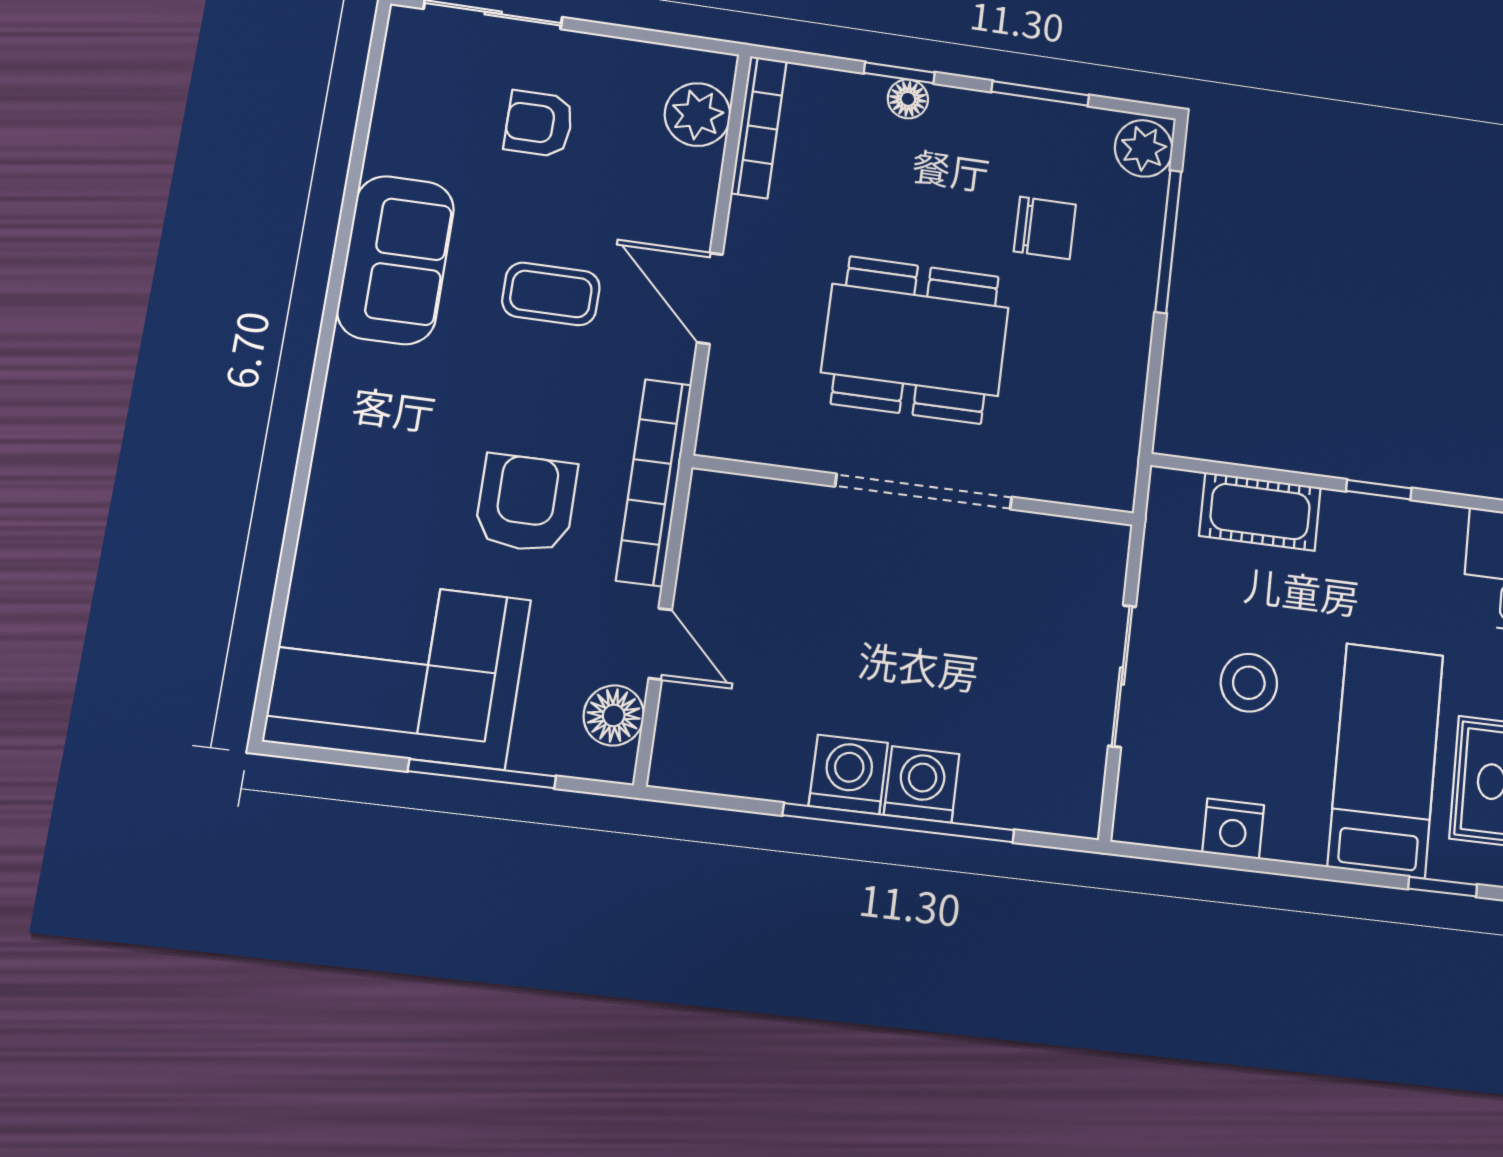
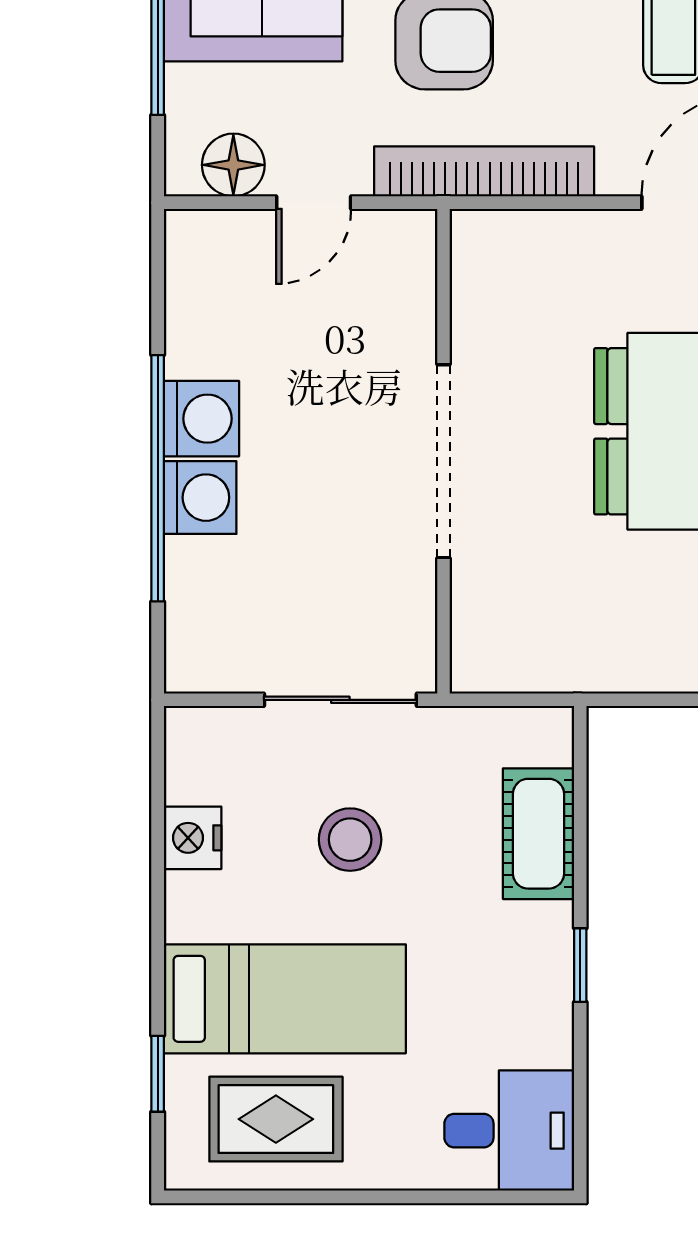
wall: (915, 490) -> (443, 451), moved
doorway: (924, 492) -> (443, 461), moved

